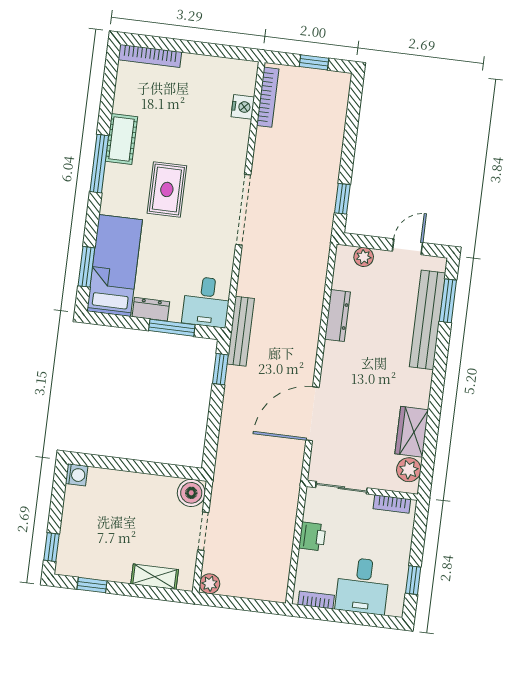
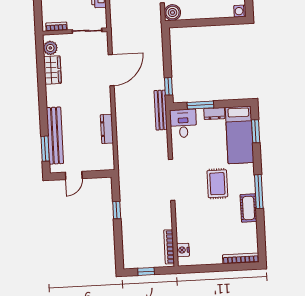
nightstand: (243, 107) -> (183, 250), moved
window: (342, 199) -> (117, 210), moved
plant: (364, 257) -> (98, 165), removed

